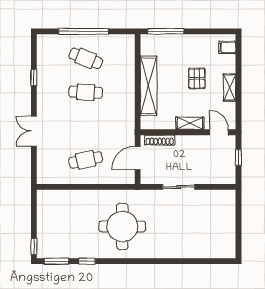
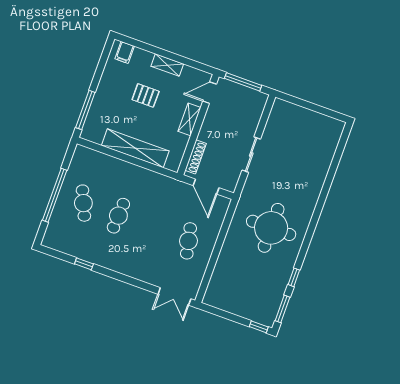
cafe table: (86, 58) -> (83, 203), turned -45
double door: (34, 131) -> (174, 296), moved
window: (238, 158) -> (243, 82), width x2.17

